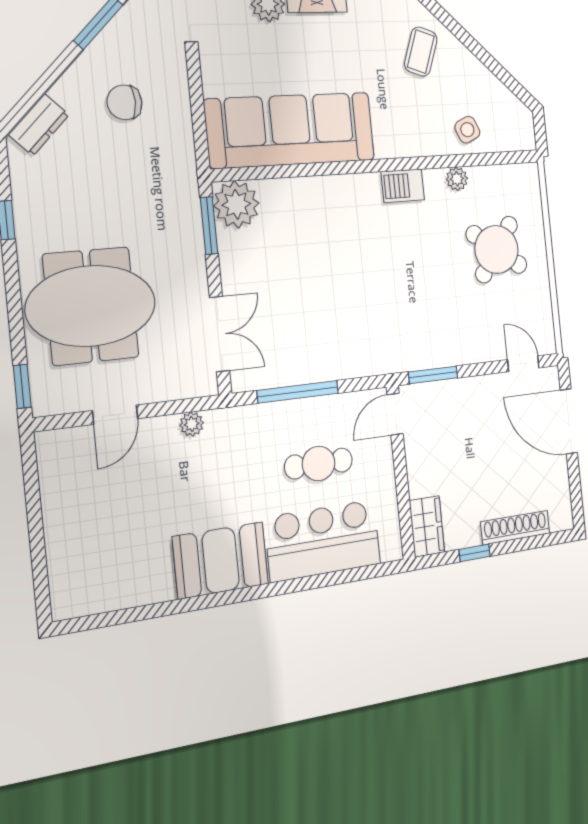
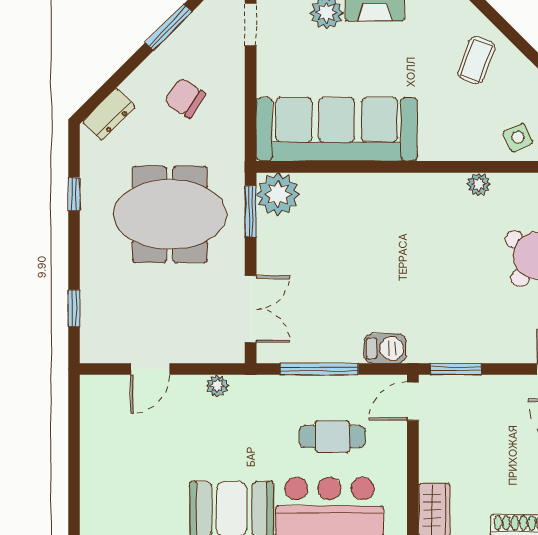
chair: (125, 102) -> (185, 98), turned 32
plant: (457, 179) -> (479, 184), moved
barbecue: (403, 186) -> (385, 348), moved, turned 180
meeting table: (91, 306) -> (170, 214), moved
window: (22, 386) -> (74, 308), moved

